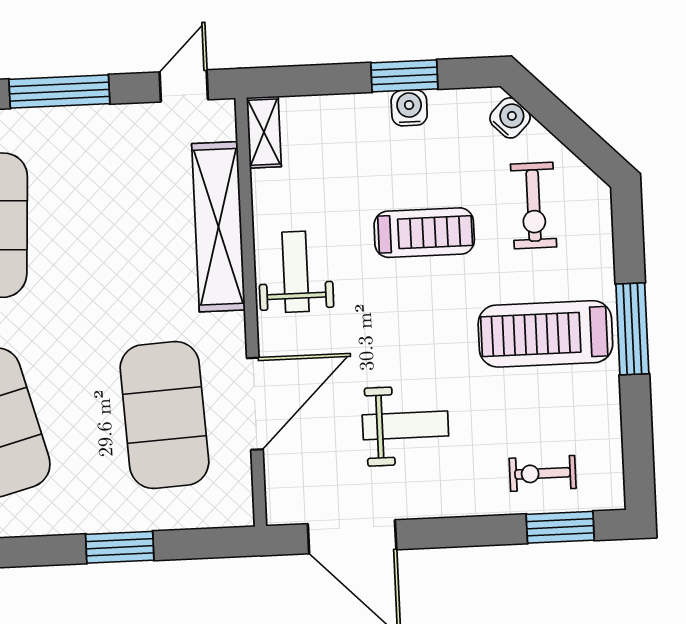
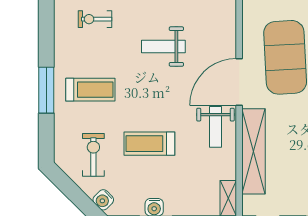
treadmill: (545, 334) -> (90, 90), width x0.73, depth x0.73
door: (255, 404) -> (239, 82), moved
exercise bike: (543, 473) -> (95, 19), turned 180

